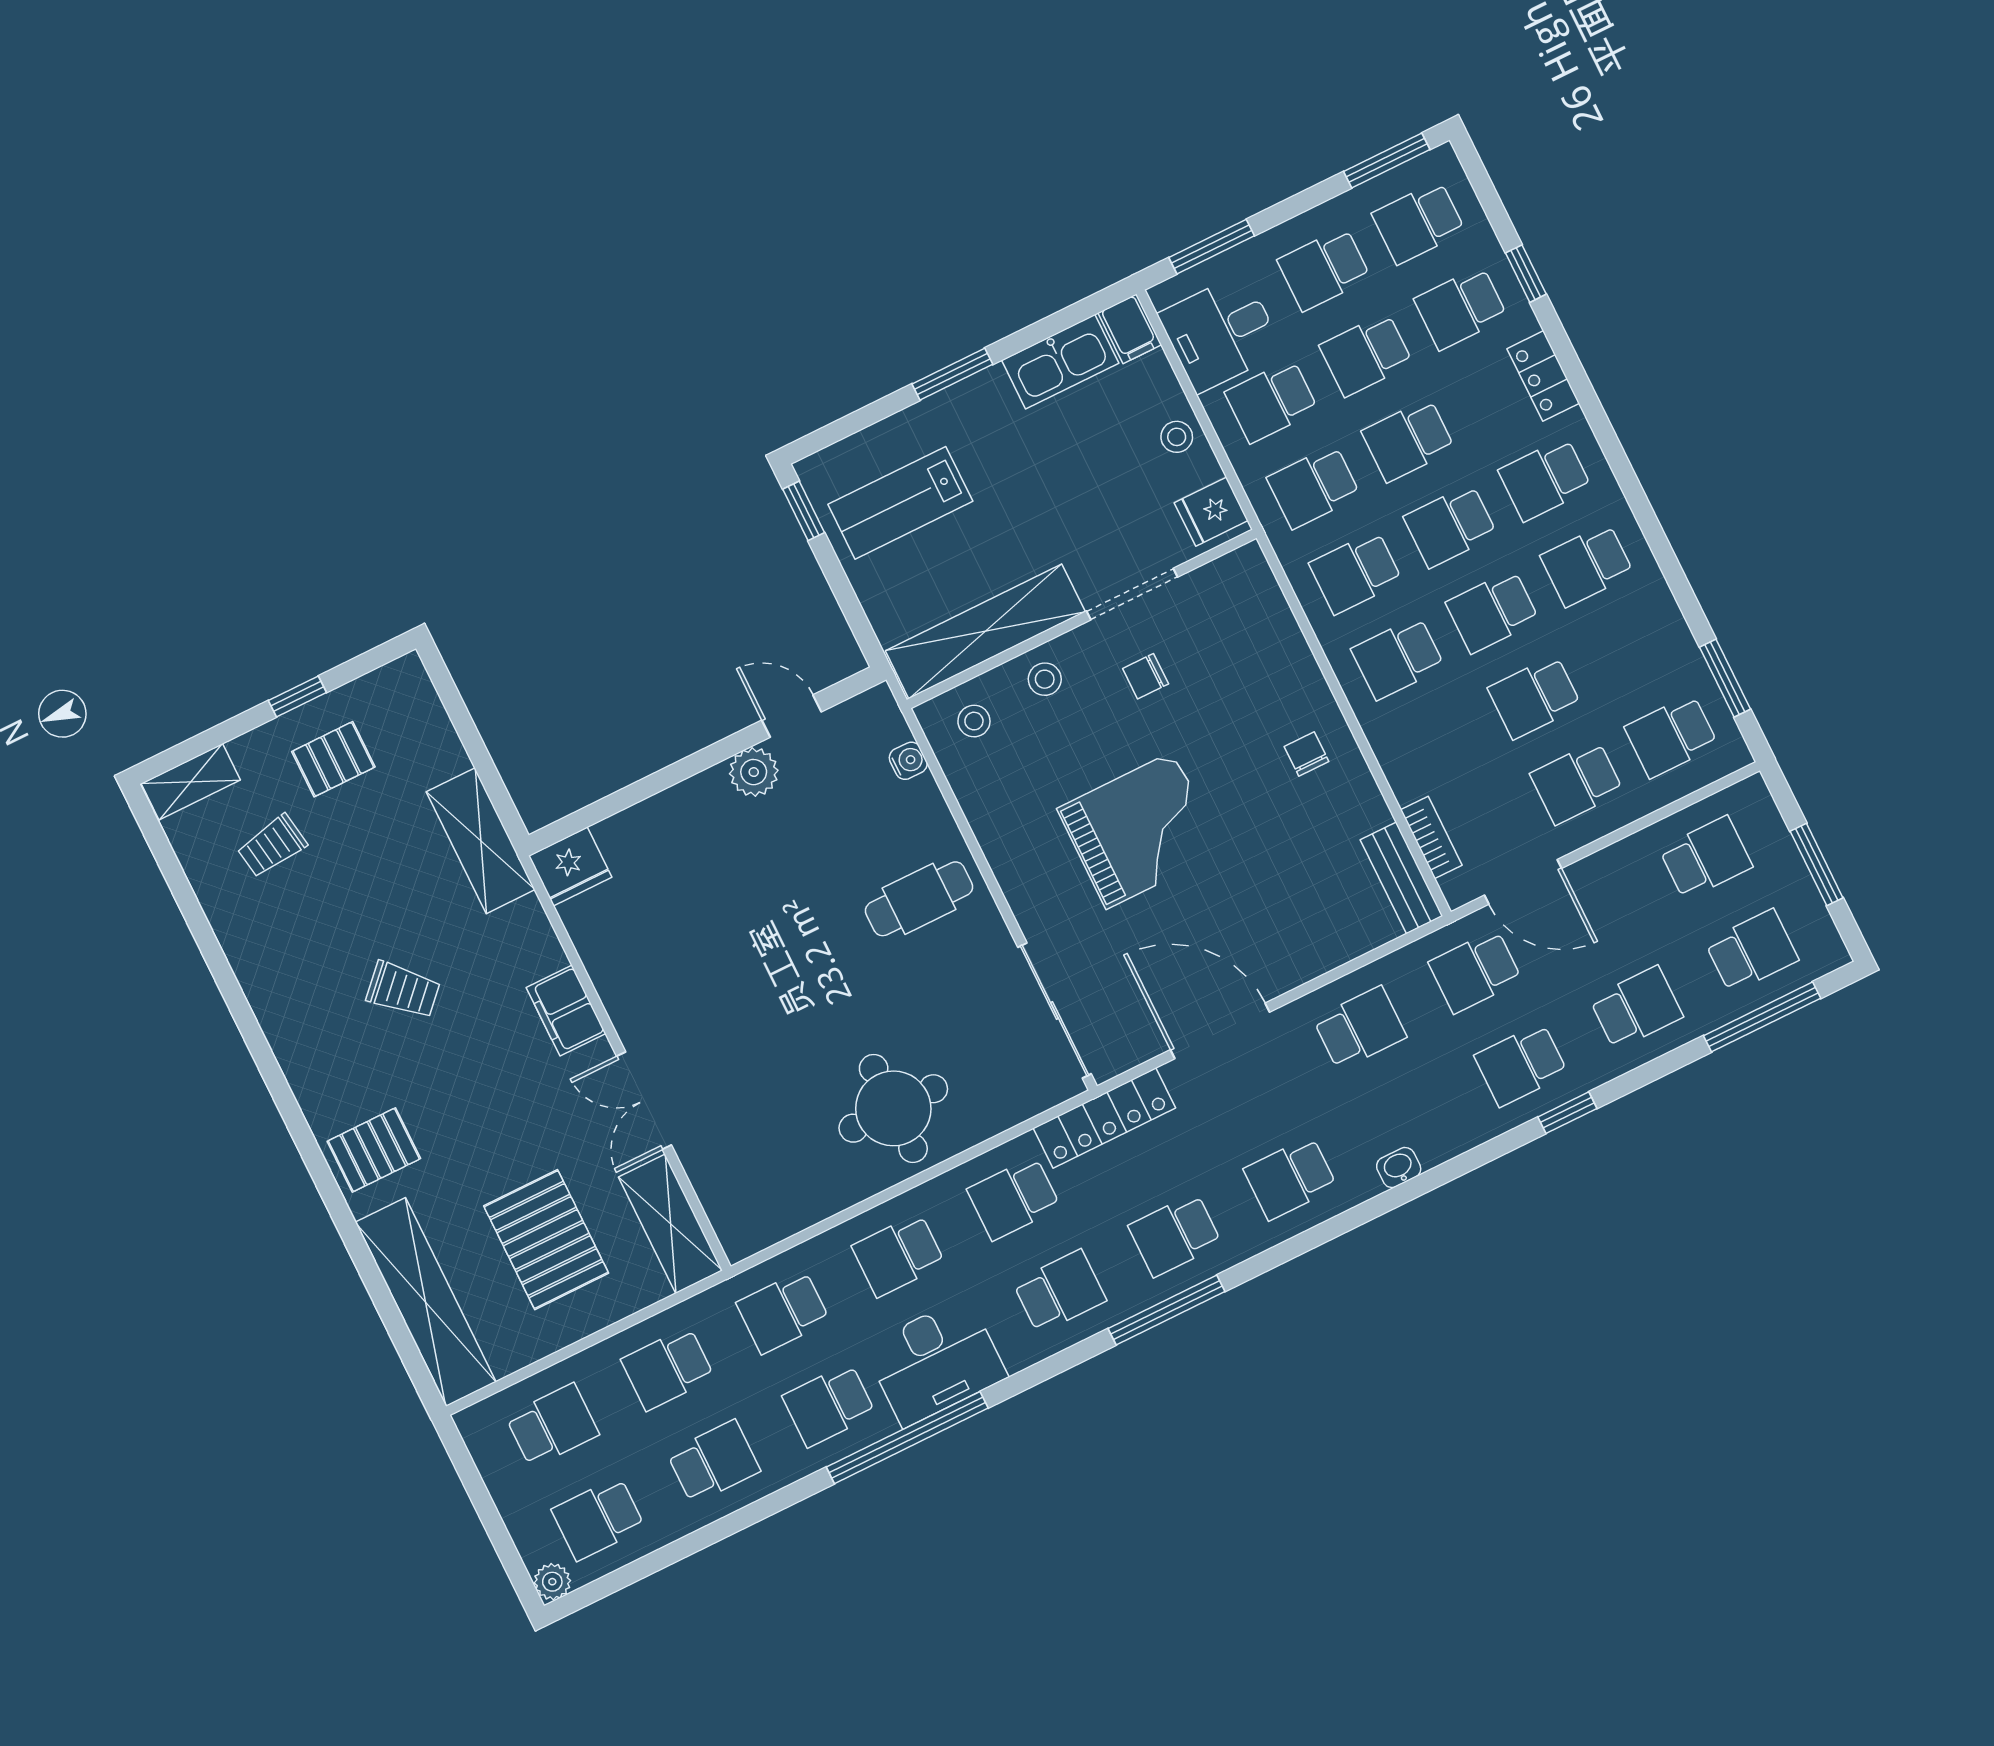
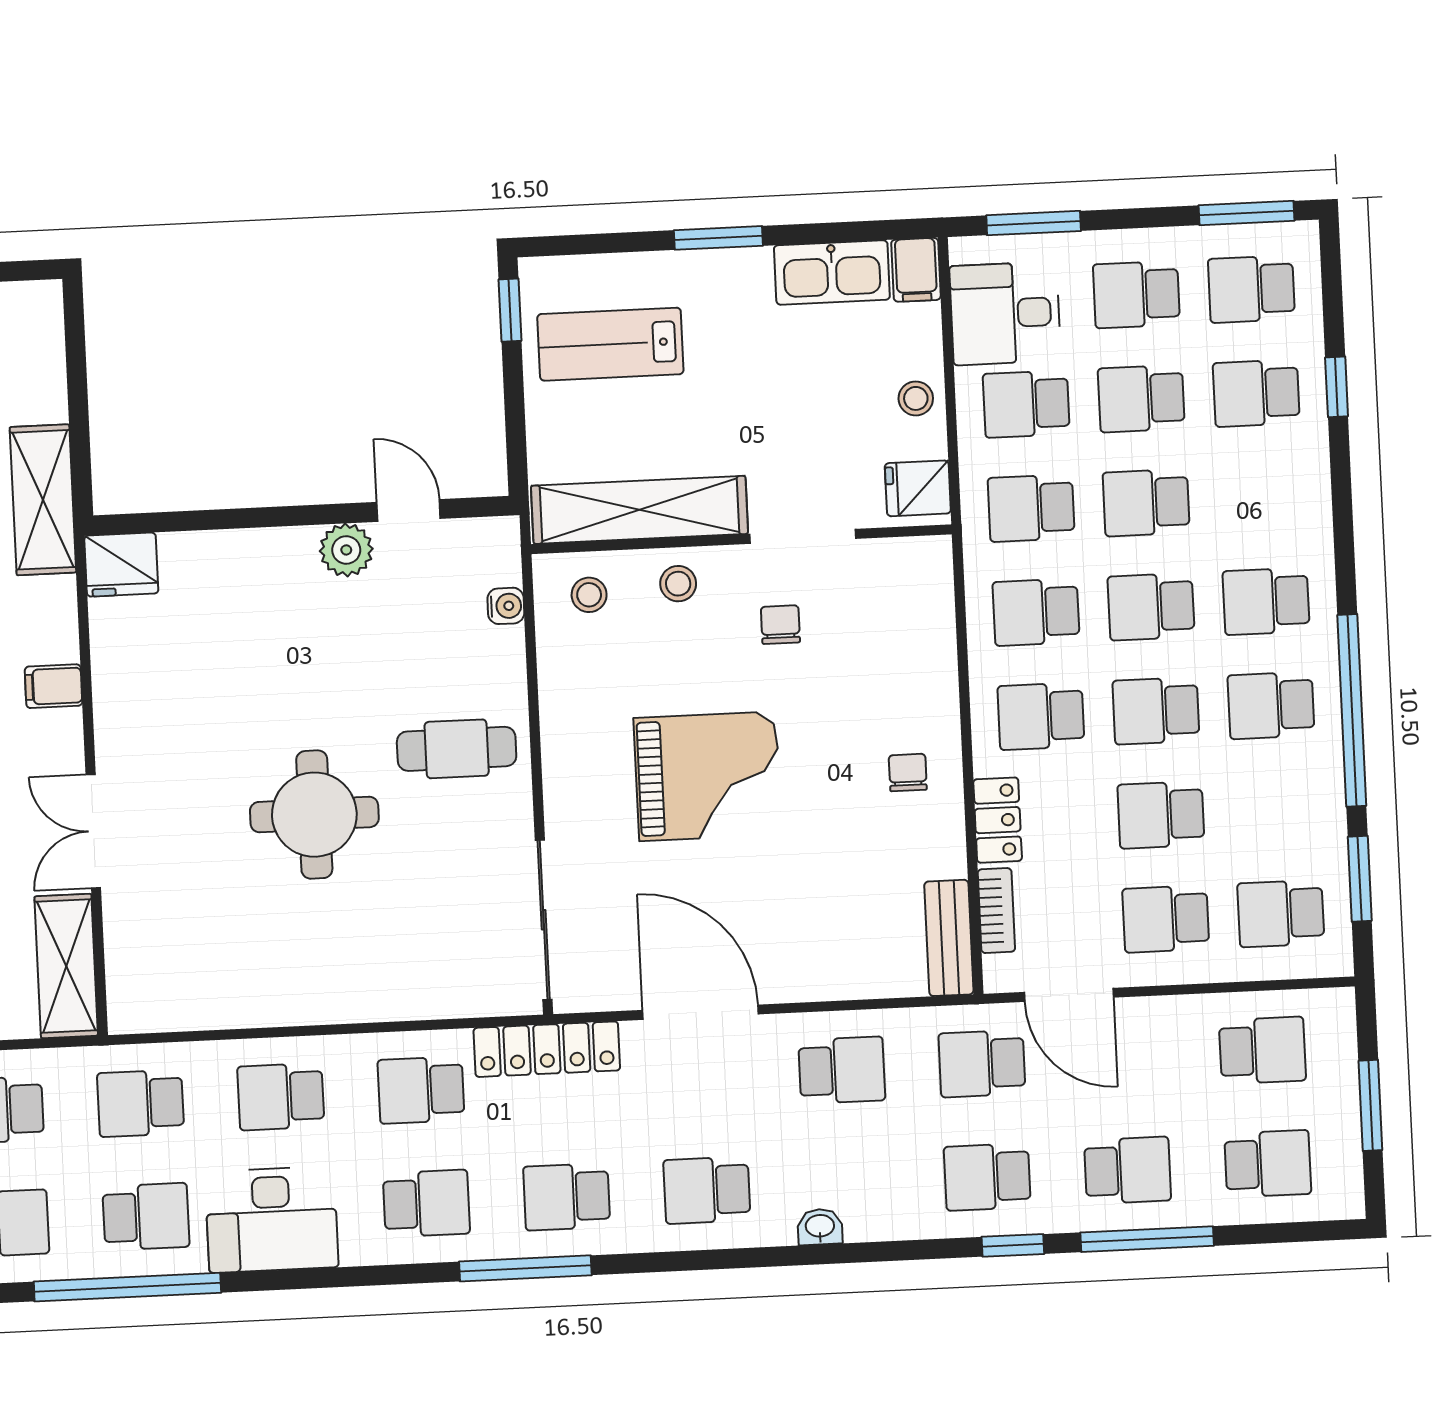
locker: (1543, 376) -> (998, 820), moved, turned 180
window: (1657, 540) -> (1352, 710), added
chair: (1146, 676) -> (780, 625), turned 90
filing cabinet: (566, 1011) -> (54, 686), width x0.50
window: (1762, 1017) -> (1147, 1239), moved
round table: (893, 1108) -> (314, 815), moved
school desk: (829, 1405) -> (146, 1217), turned 180
window: (907, 1438) -> (127, 1287), moved

